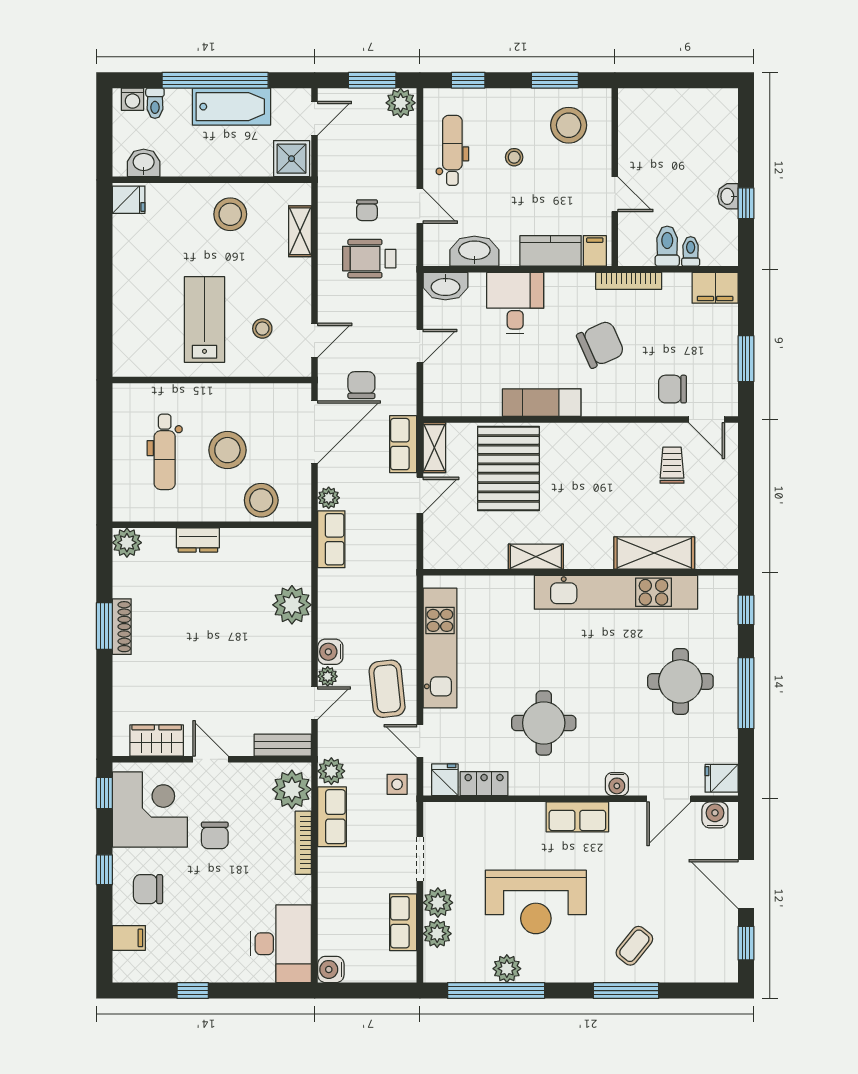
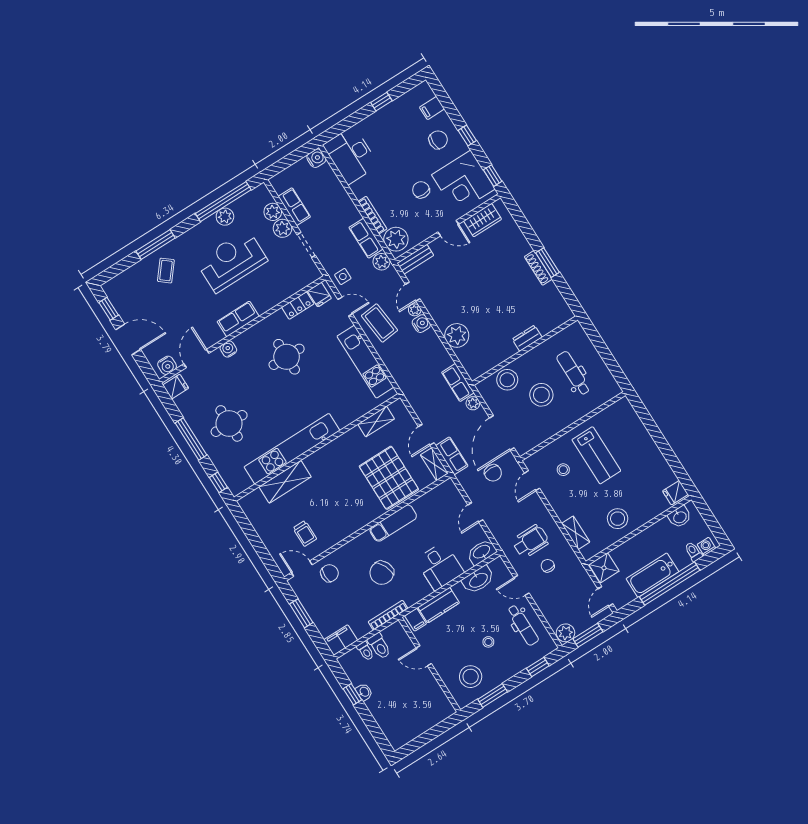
plant: (127, 543) -> (563, 313), removed
shelving: (536, 557) -> (376, 422), moved

